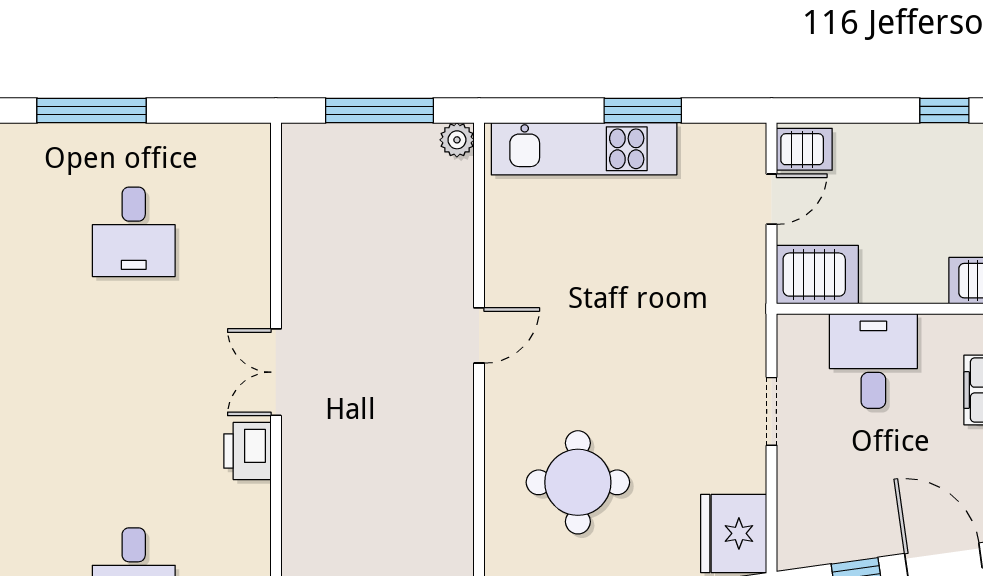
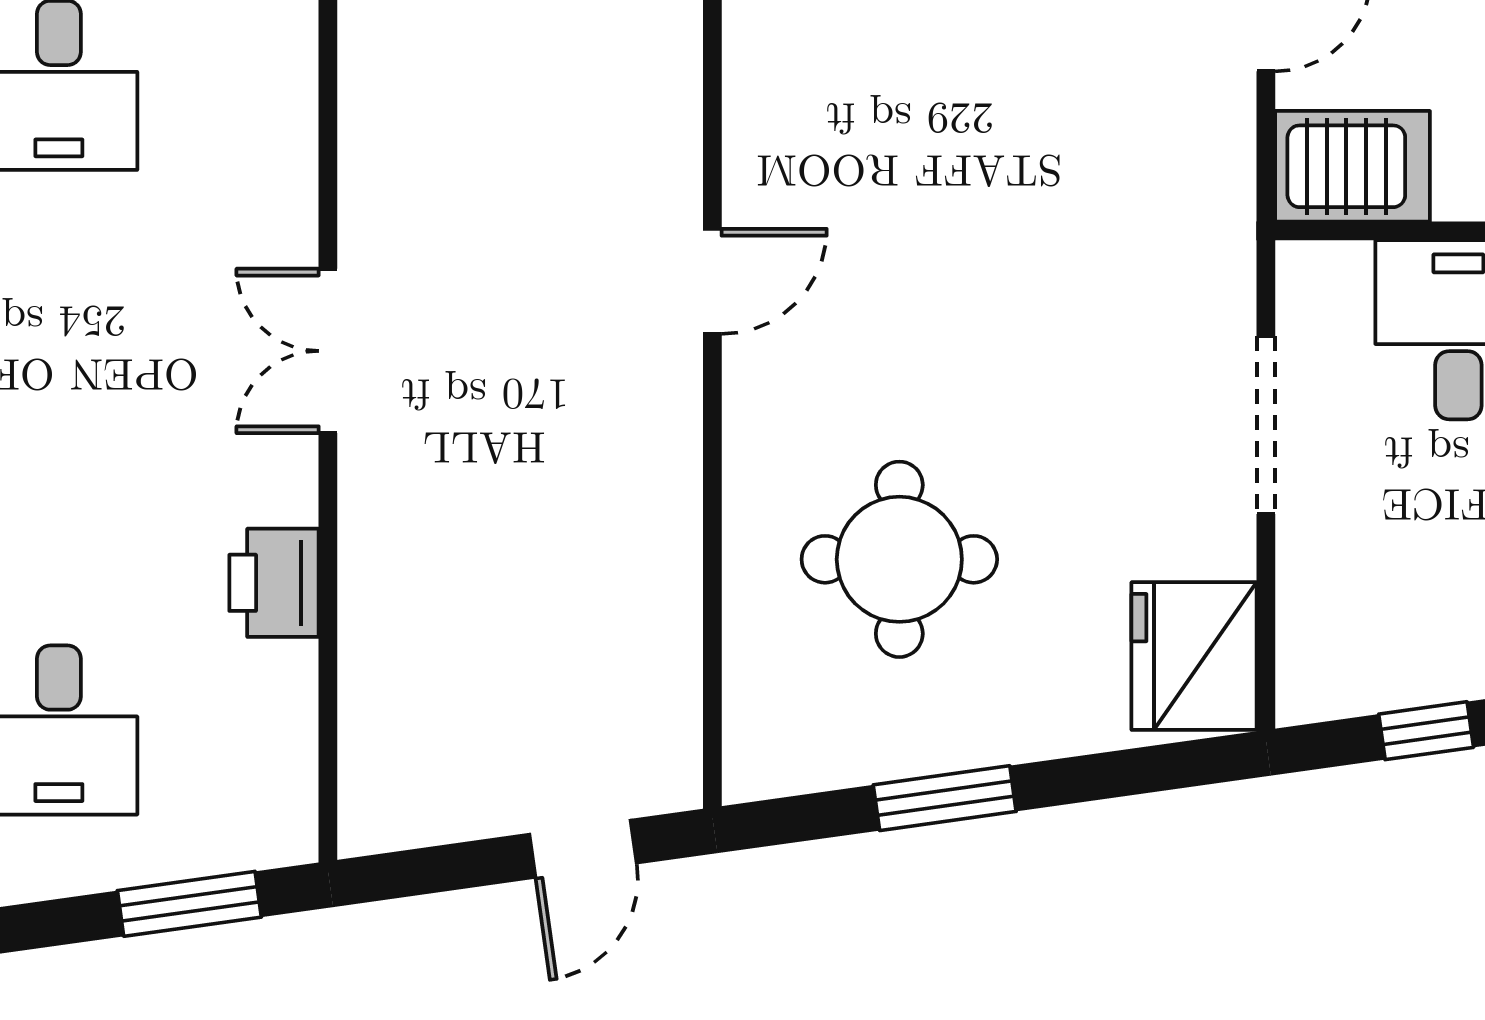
doorway: (772, 411) -> (1266, 425), width x1.38
printer: (247, 451) -> (274, 583), moved

